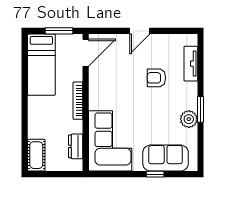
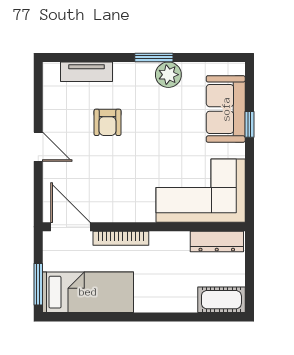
window: (59, 31) -> (38, 284), moved
bookcase: (78, 101) -> (121, 238), moved
dresser: (76, 146) -> (217, 242), width x1.44

